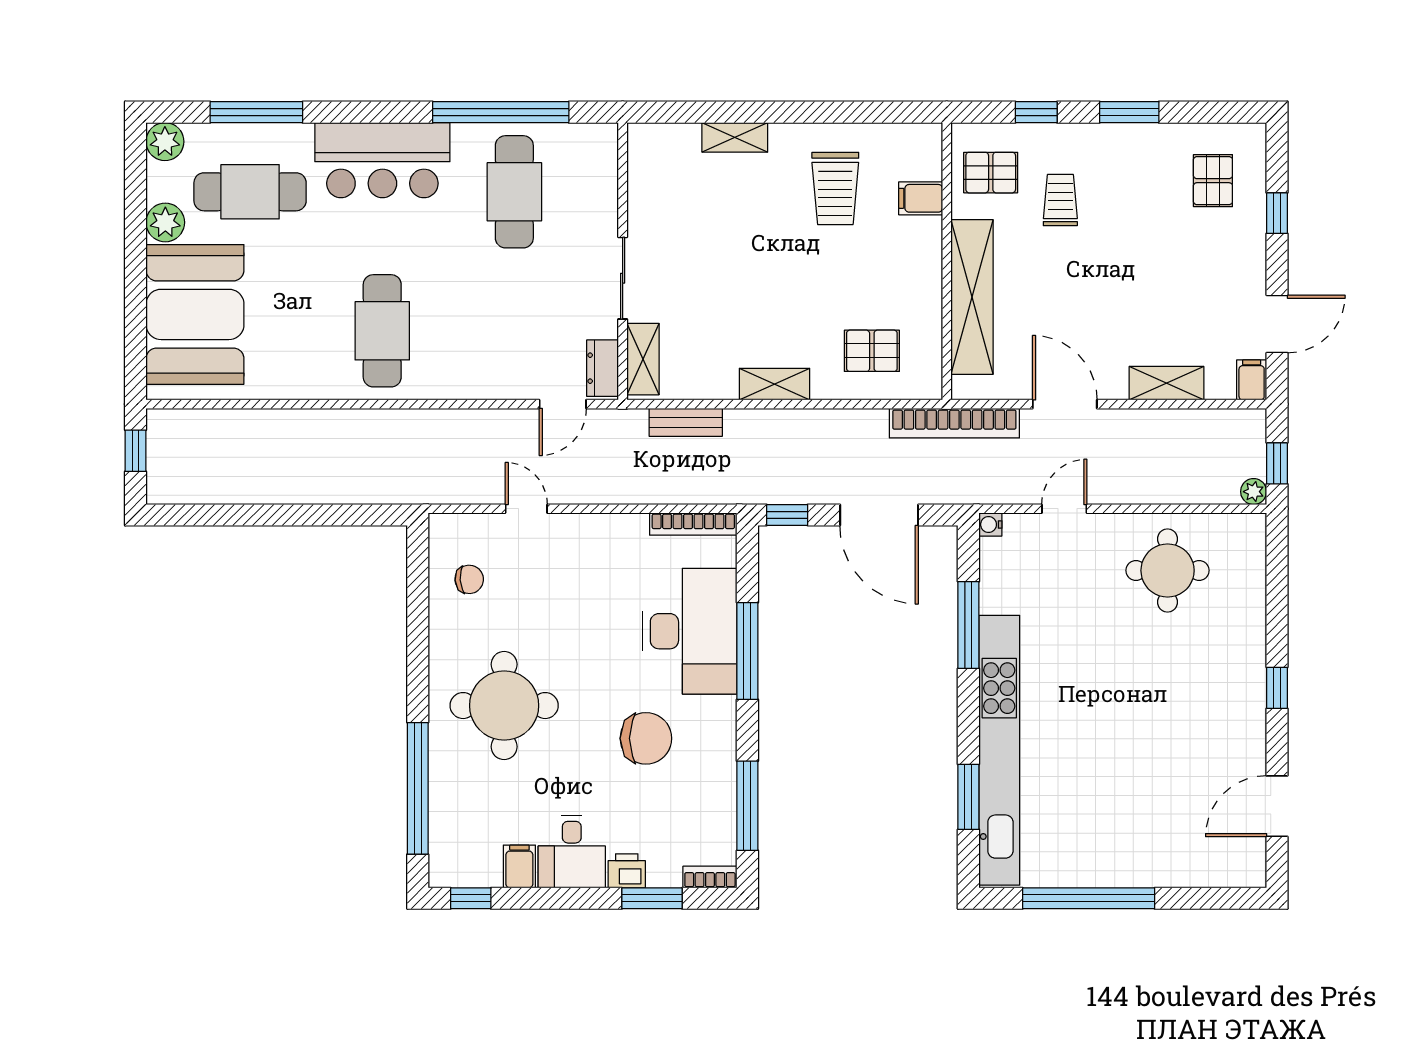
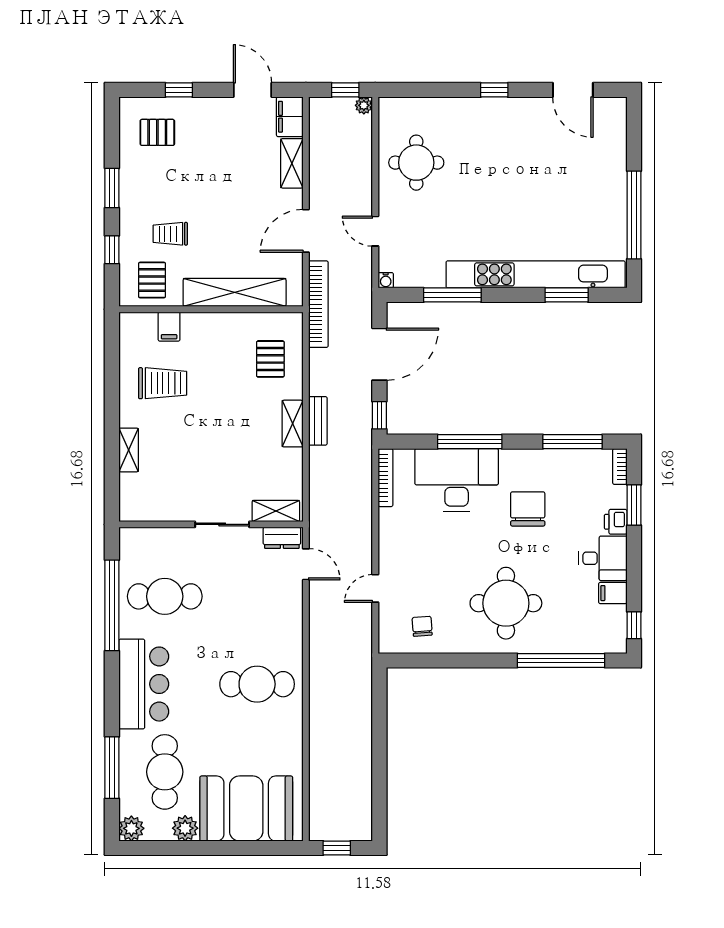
filing cabinet: (1252, 380) -> (290, 117), width x2.00
bench: (686, 422) -> (318, 421), moved

